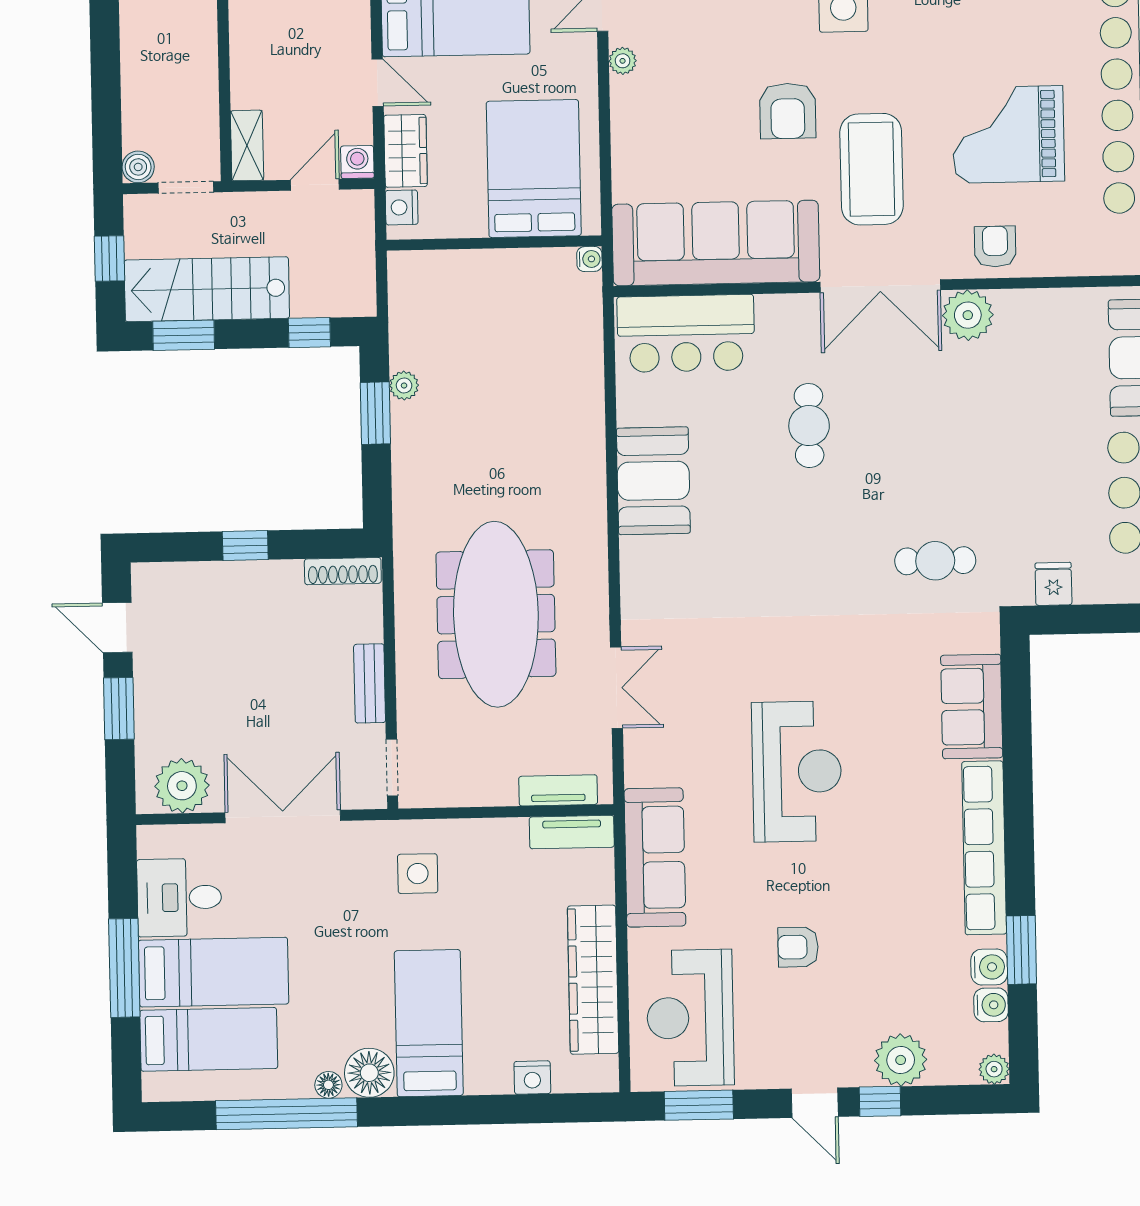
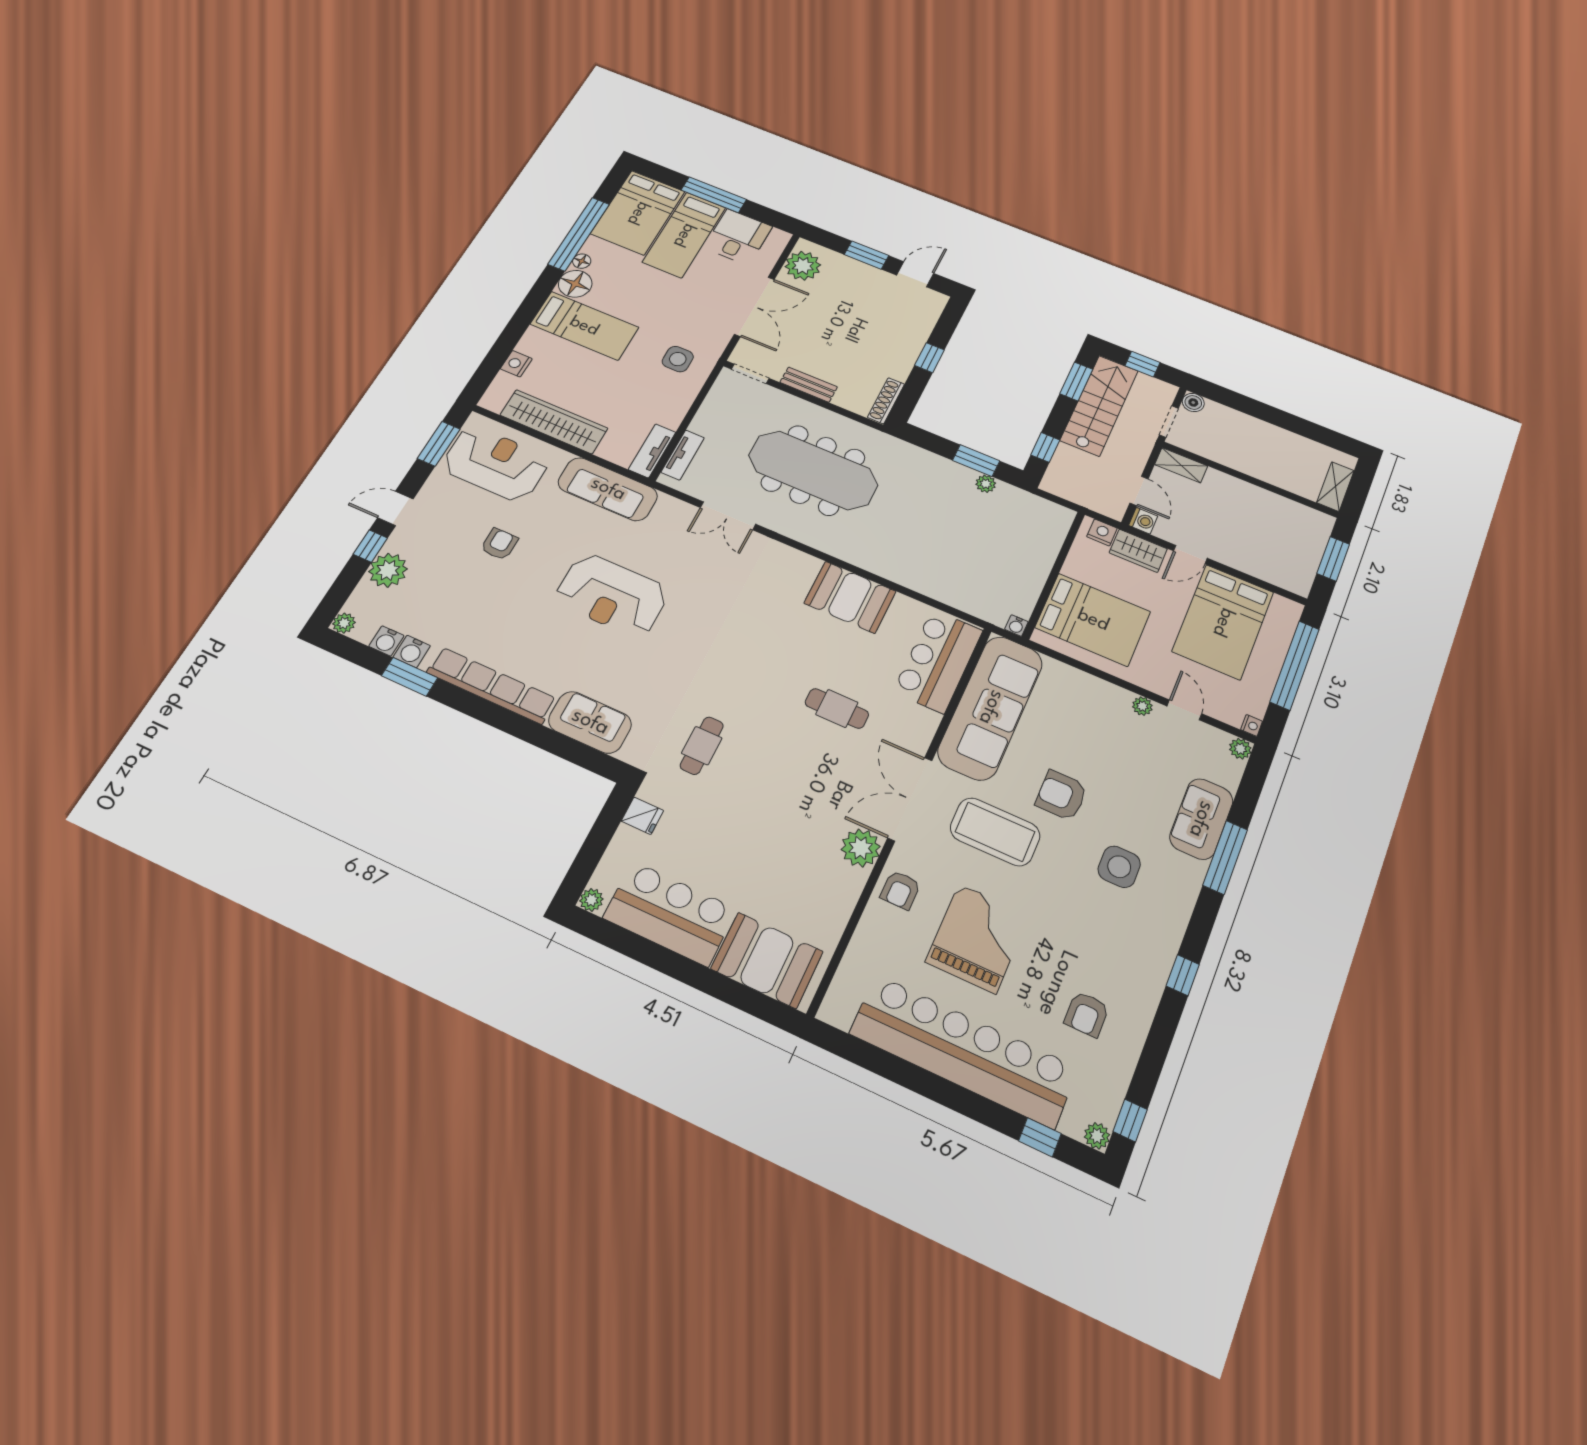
armchair: (995, 247) -> (900, 890), turned 90
bed: (209, 1039) -> (638, 213), width x1.50

